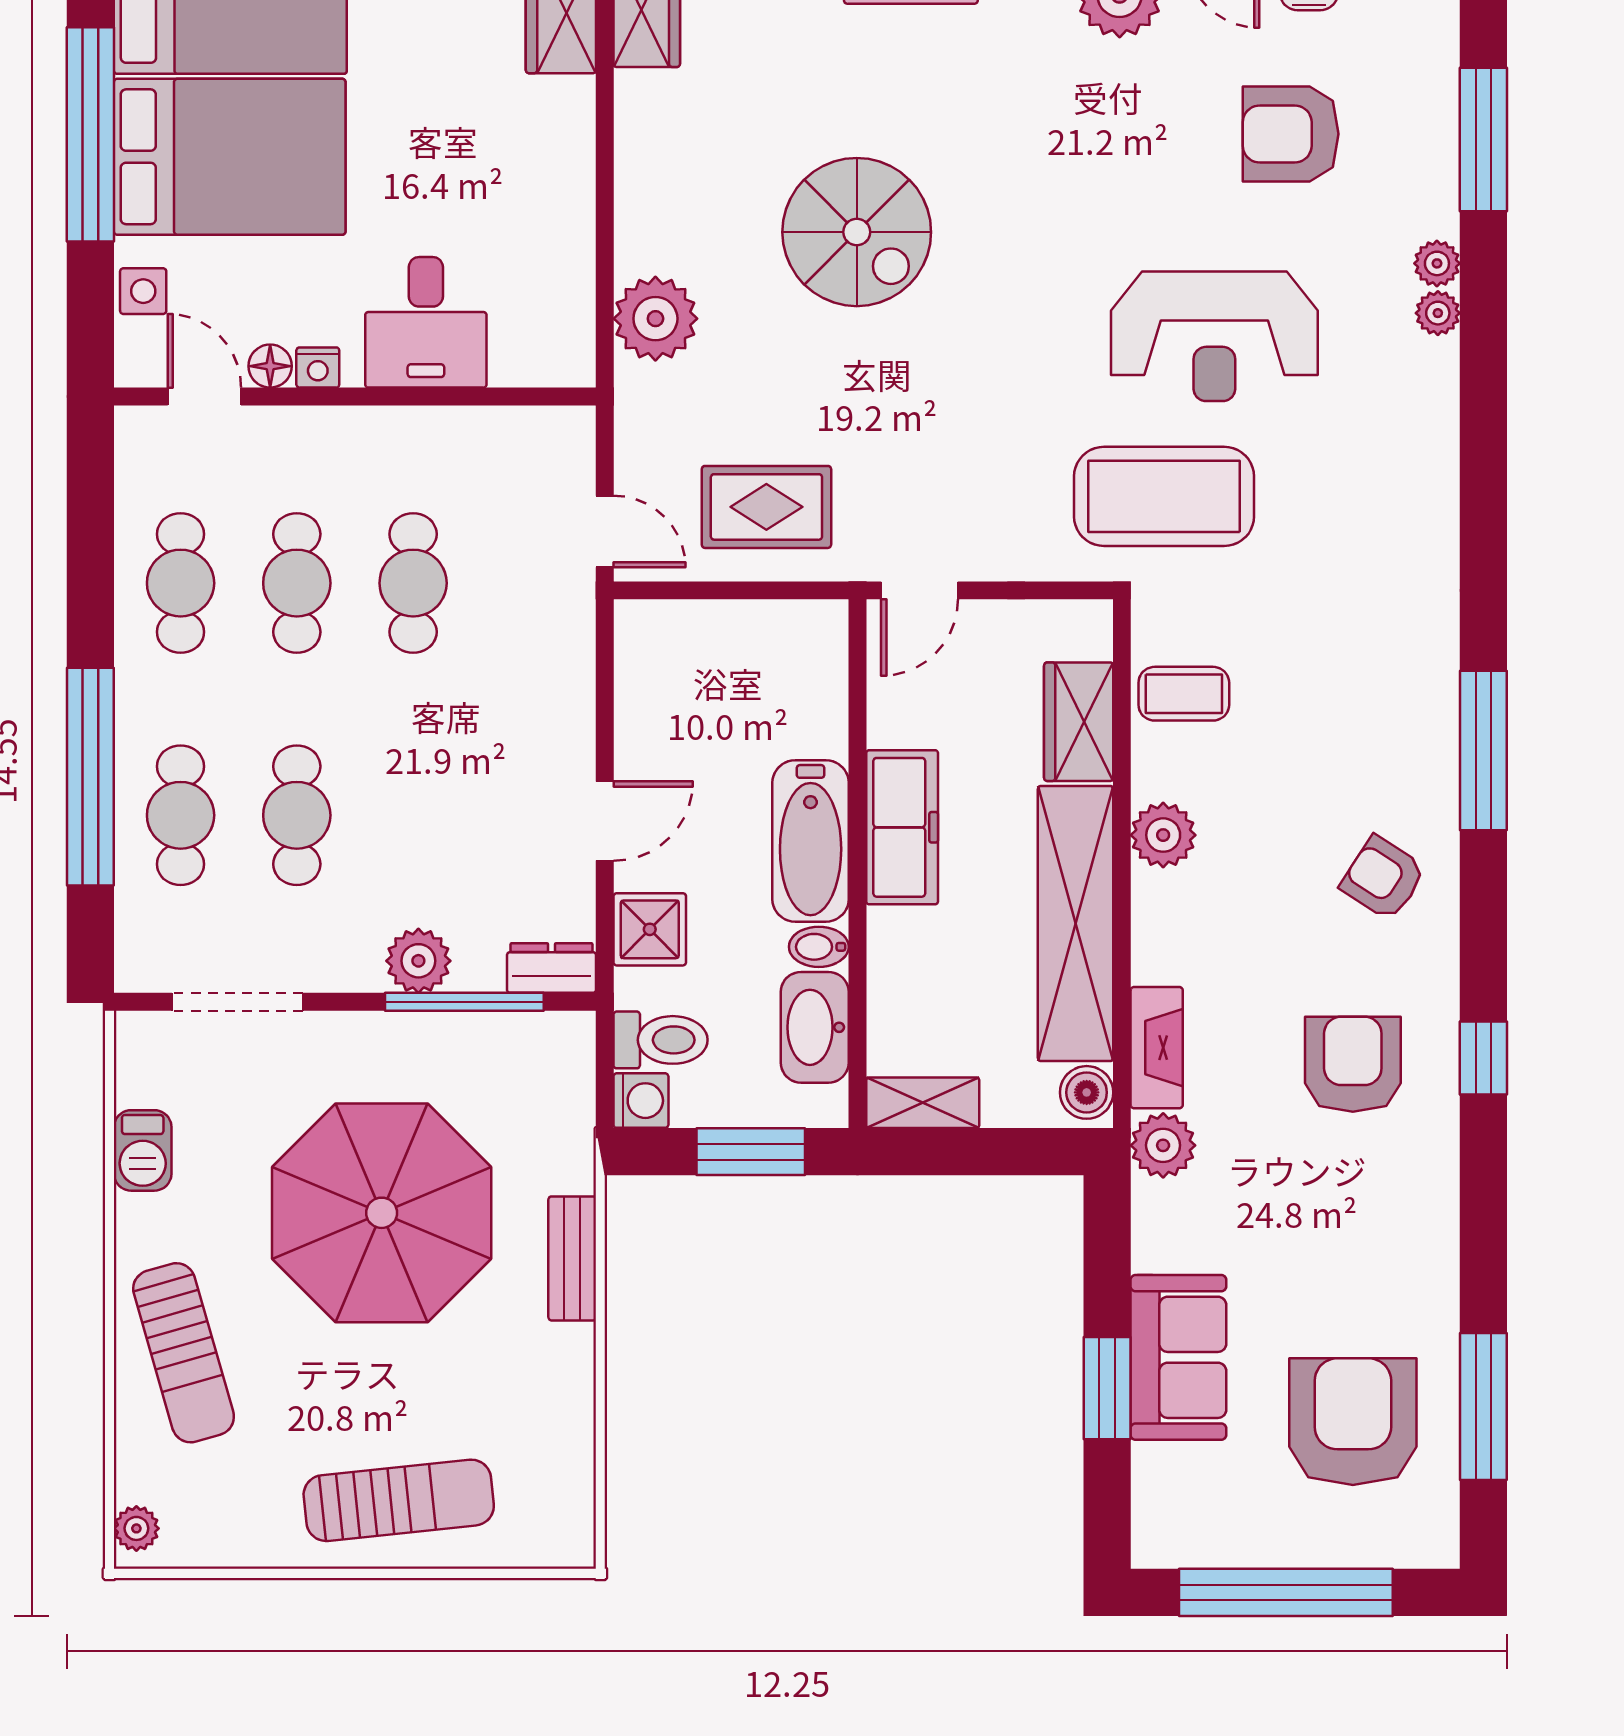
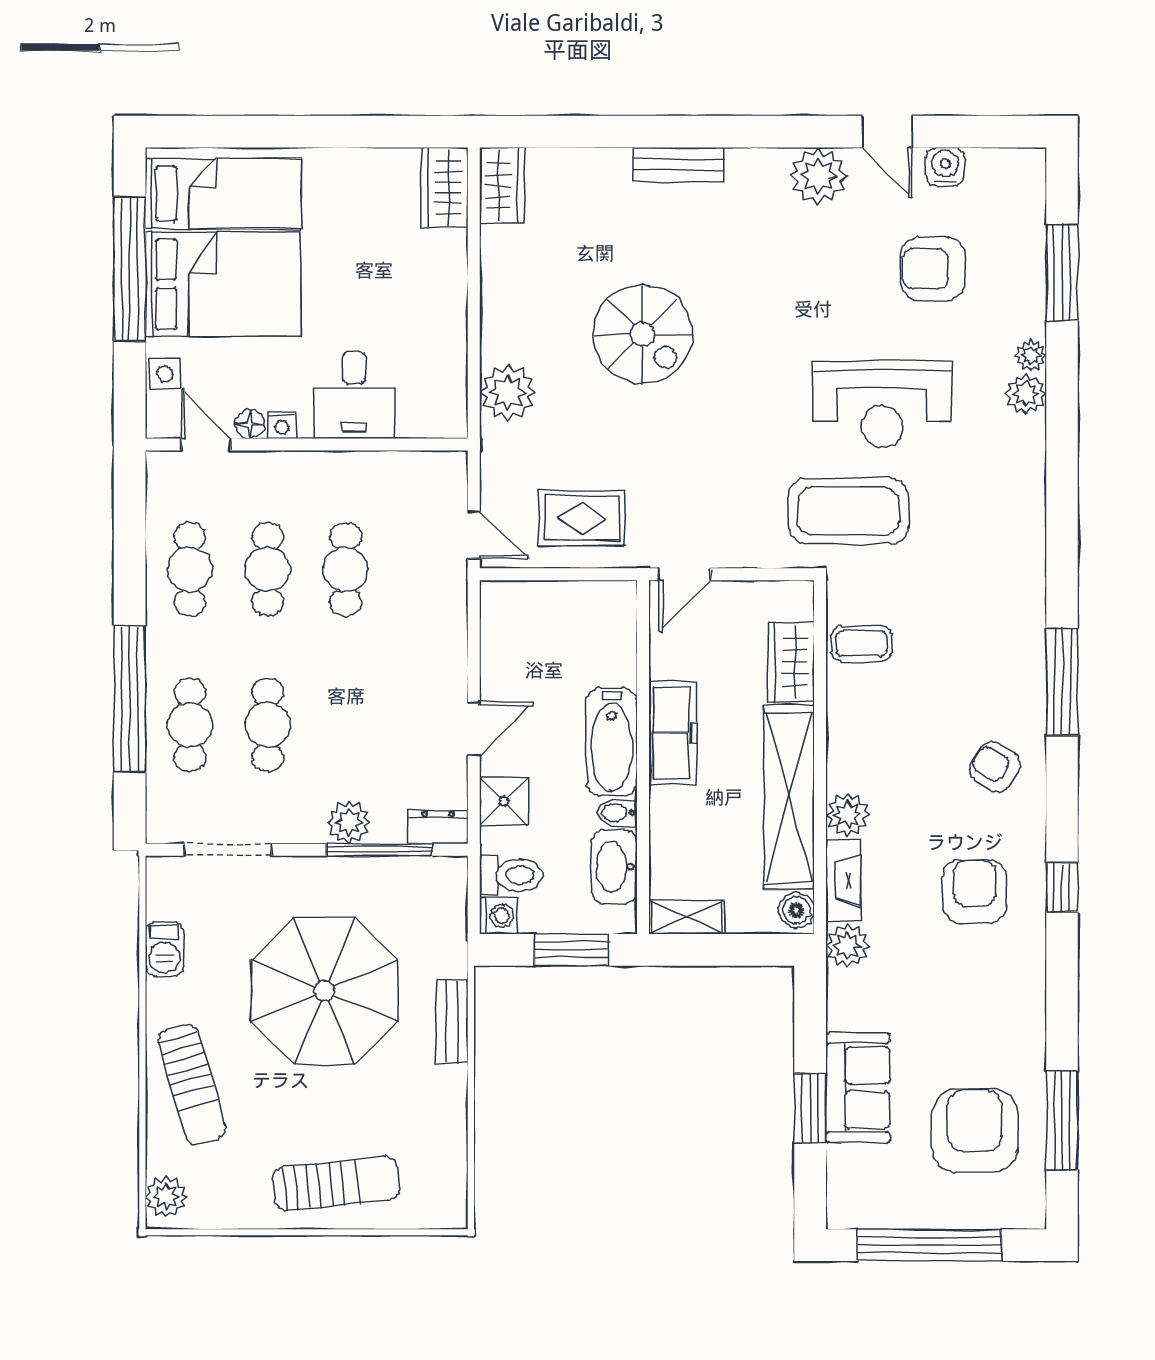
plant: (1438, 313) -> (1026, 394), width x1.38, depth x1.38
plant: (1163, 835) -> (848, 815), moved
plant: (136, 1528) -> (166, 1197), width x1.38, depth x1.38

